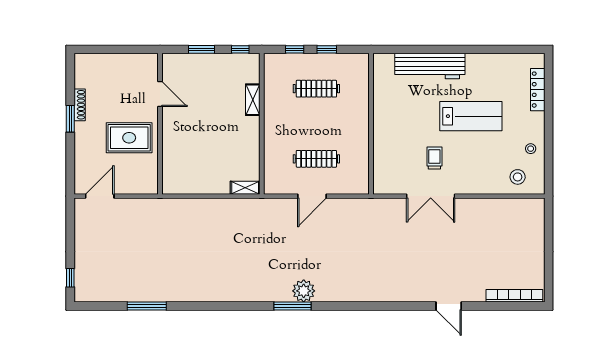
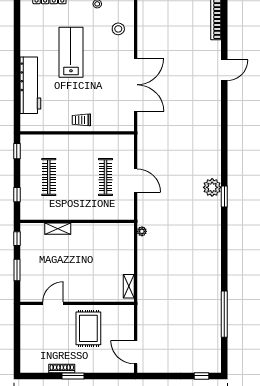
window: (327, 49) -> (17, 151), moved
trolley: (434, 158) -> (81, 120), moved
stool: (518, 177) -> (118, 29), moved
shelving: (245, 188) -> (129, 286), moved
double door: (431, 196) -> (136, 85), width x1.36
plant: (249, 204) -> (142, 231), added
window: (147, 306) -> (224, 314), width x1.46
window: (292, 306) -> (224, 196), width x0.69

